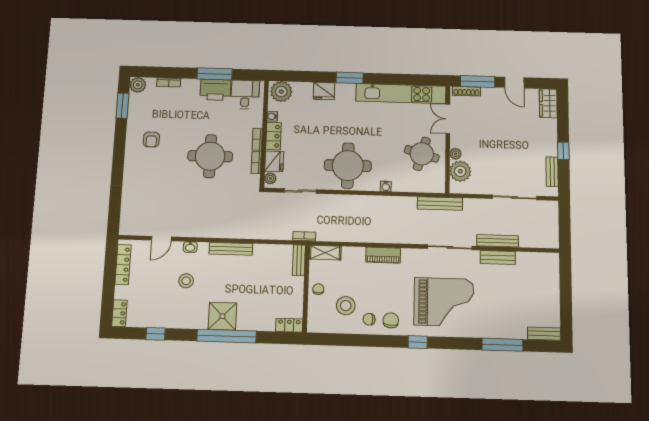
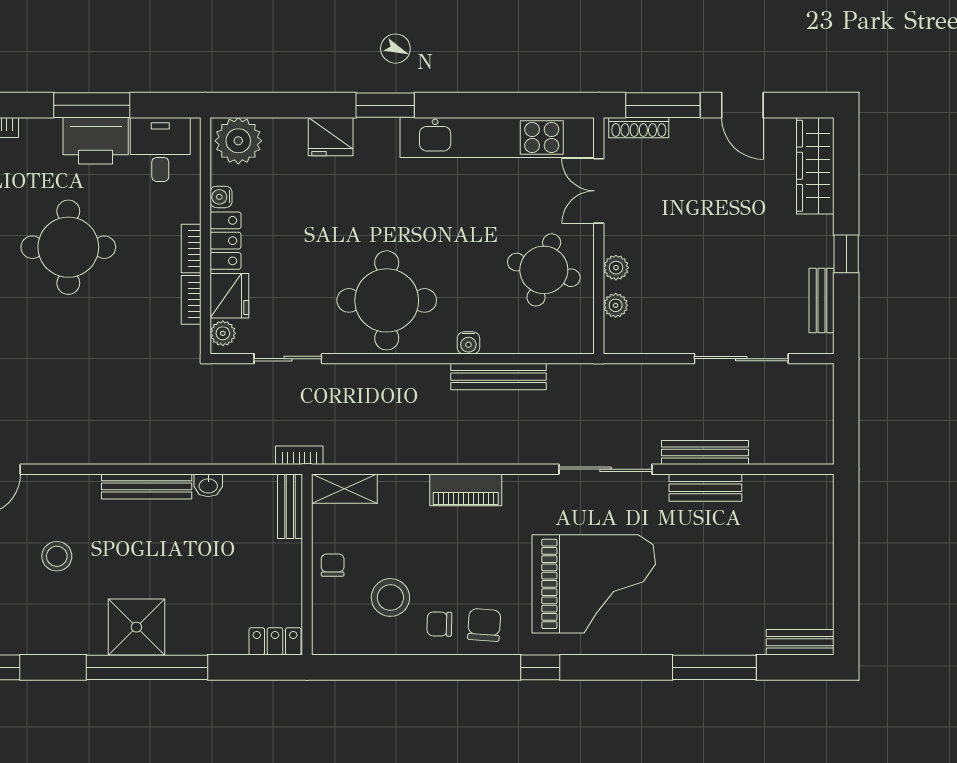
wardrobe: (548, 103) -> (815, 166), width x1.50
round table: (210, 156) -> (68, 247), moved
plant: (460, 171) -> (616, 305), width x0.53, depth x0.53
bench: (440, 204) -> (499, 377), moved
washbasin: (190, 247) -> (208, 485), moved

